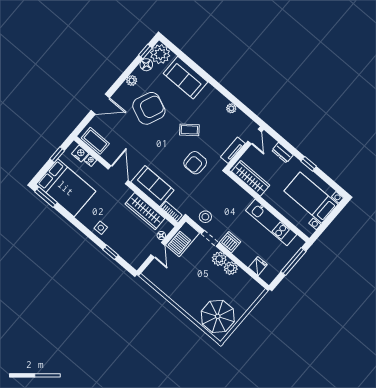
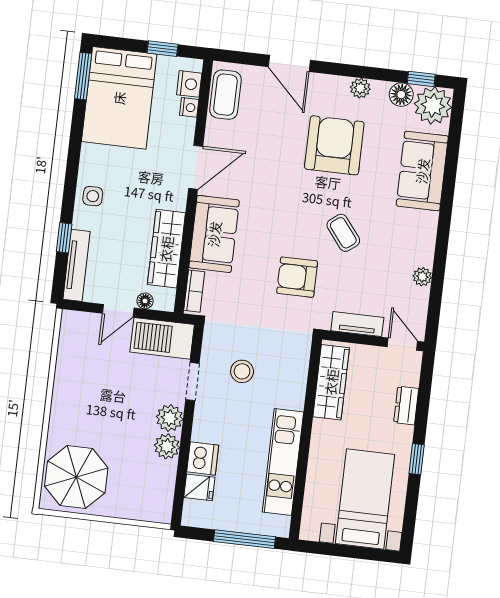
armchair: (149, 108) -> (334, 145), turned -113
door: (255, 137) -> (402, 344), swing flipped
stool: (205, 217) -> (242, 371), moved
dishwasher: (230, 242) -> (203, 458), moved
tv unit: (126, 255) -> (77, 265), added

